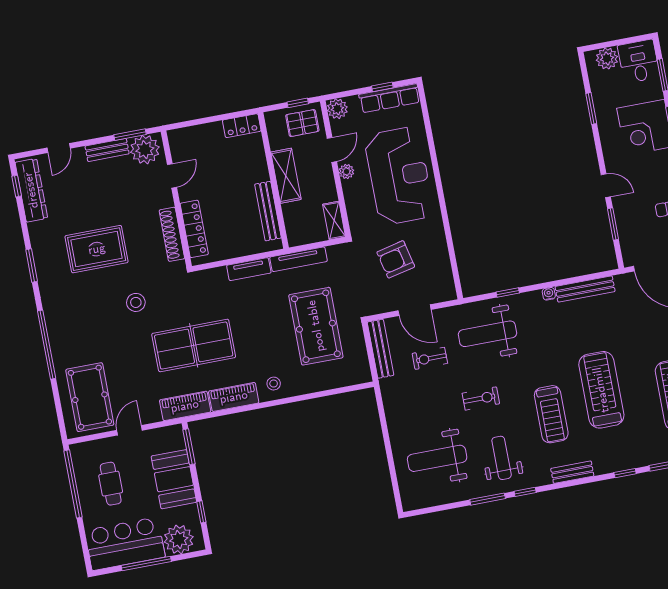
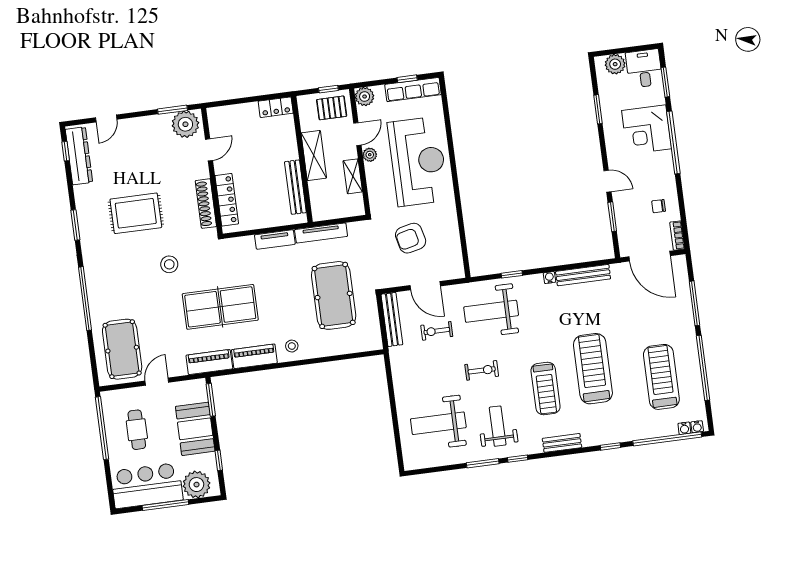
bench: (107, 150) -> (151, 123), removed
shelving: (334, 221) -> (353, 176), moved

